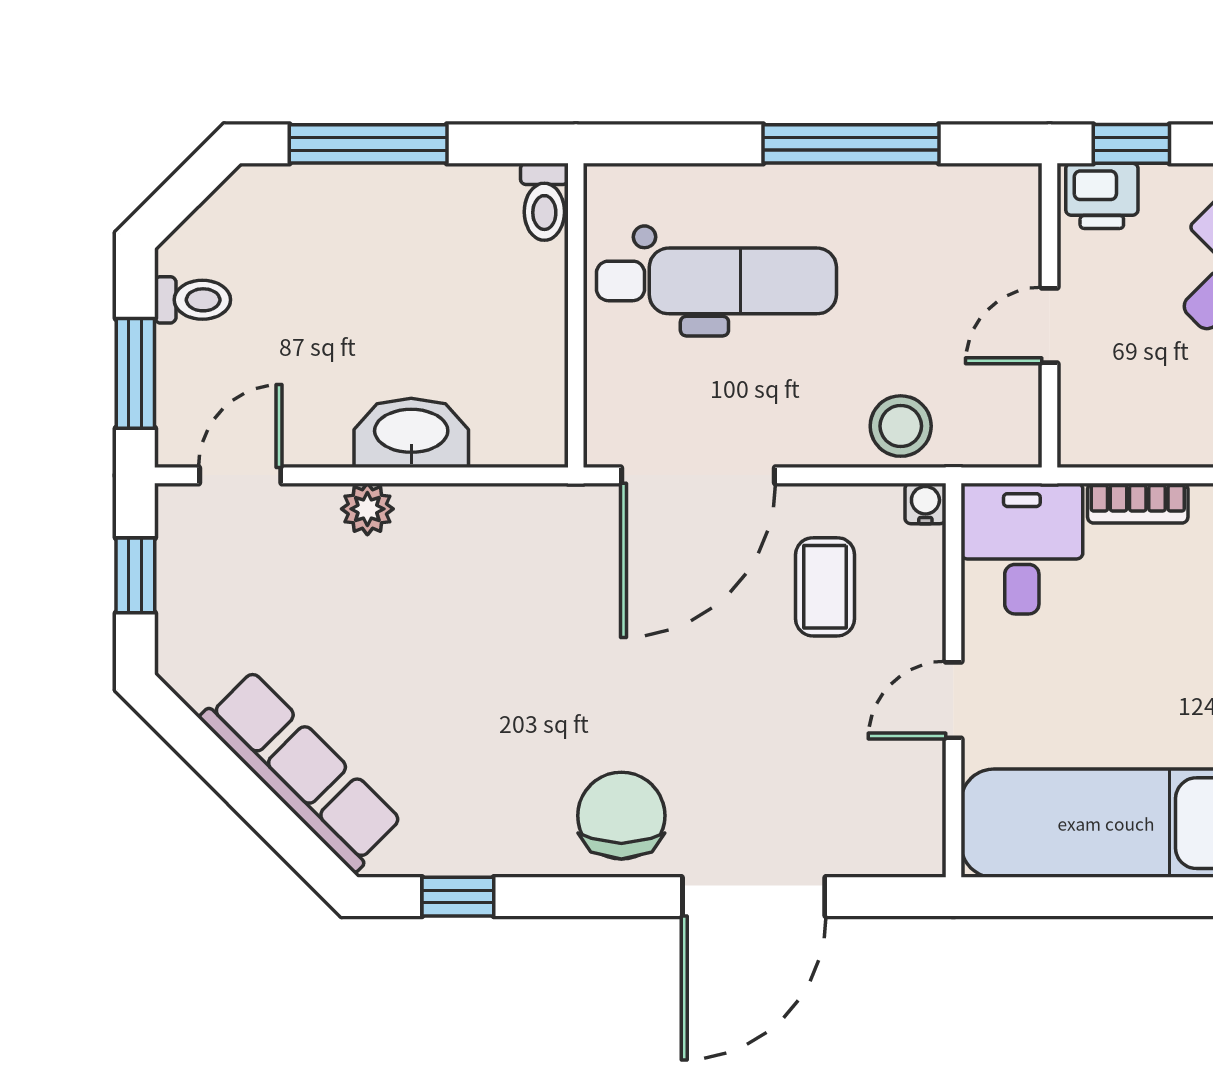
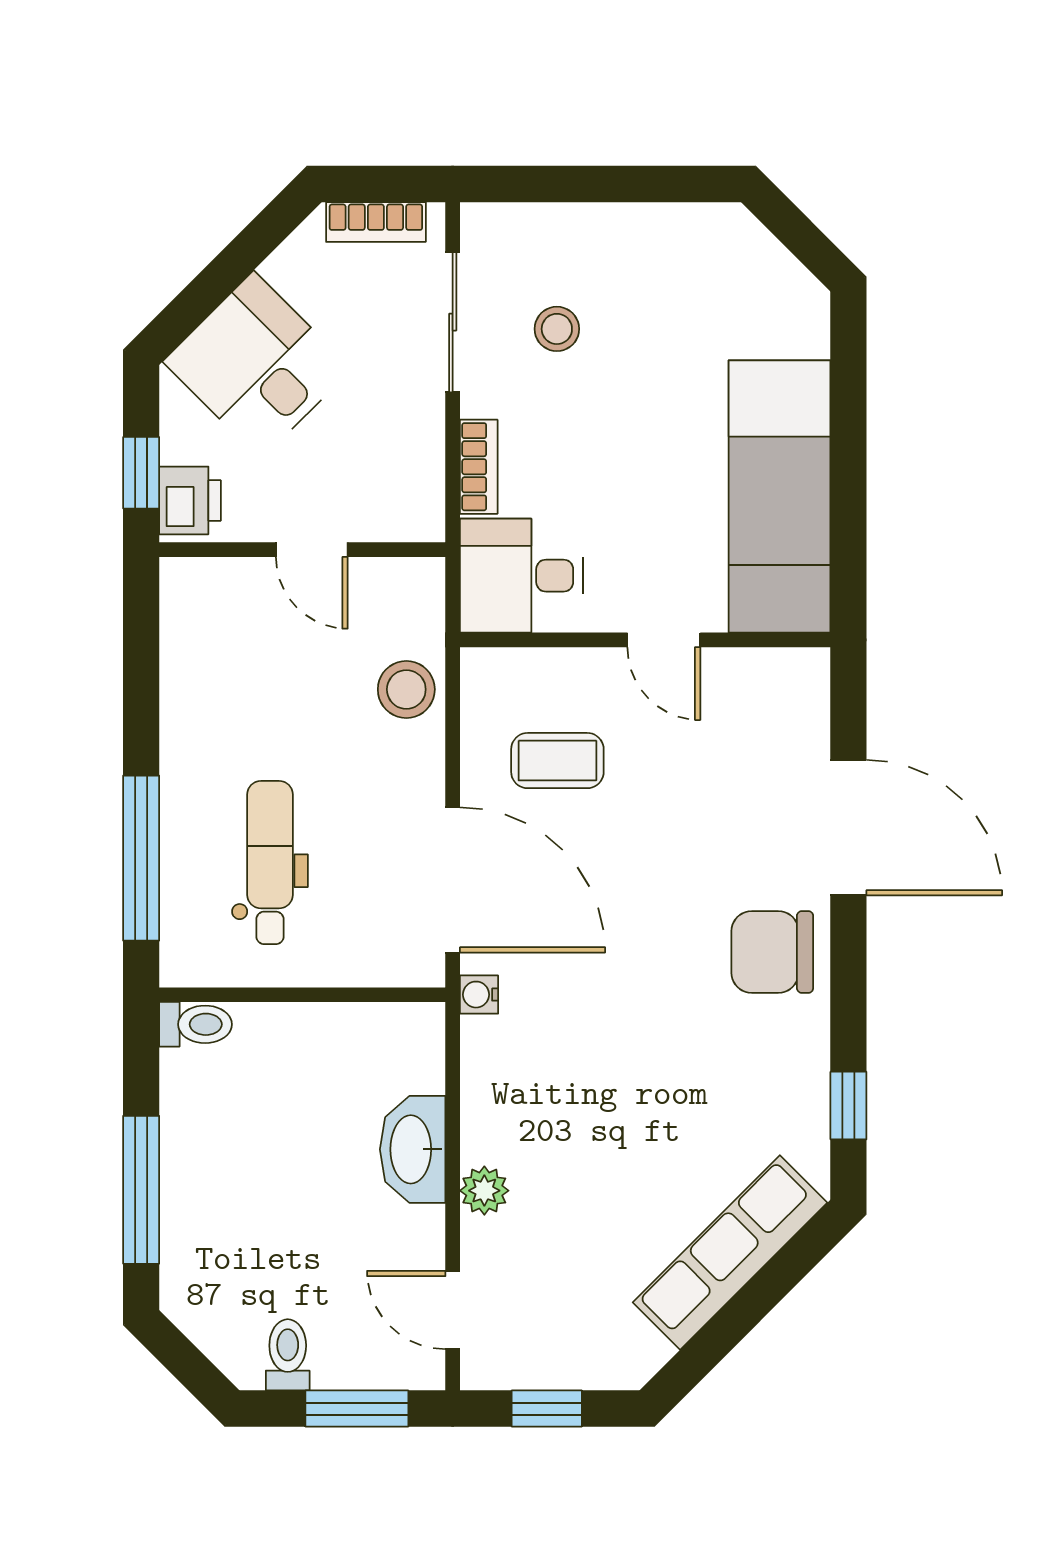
window: (851, 144) -> (141, 858), moved
dental chair: (716, 281) -> (270, 863), width x0.73, depth x0.72
water cooler: (925, 503) -> (479, 995), moved

